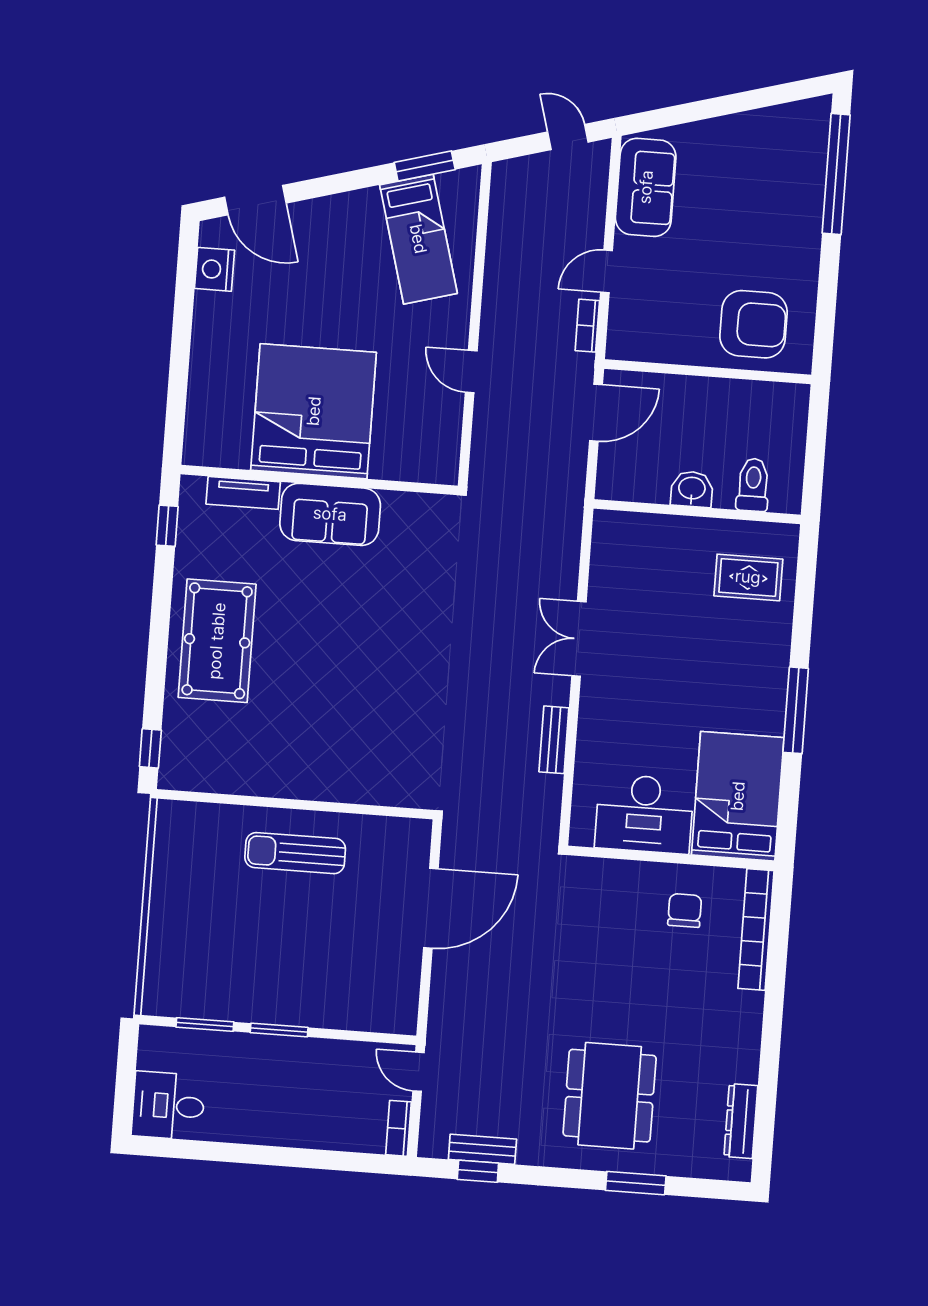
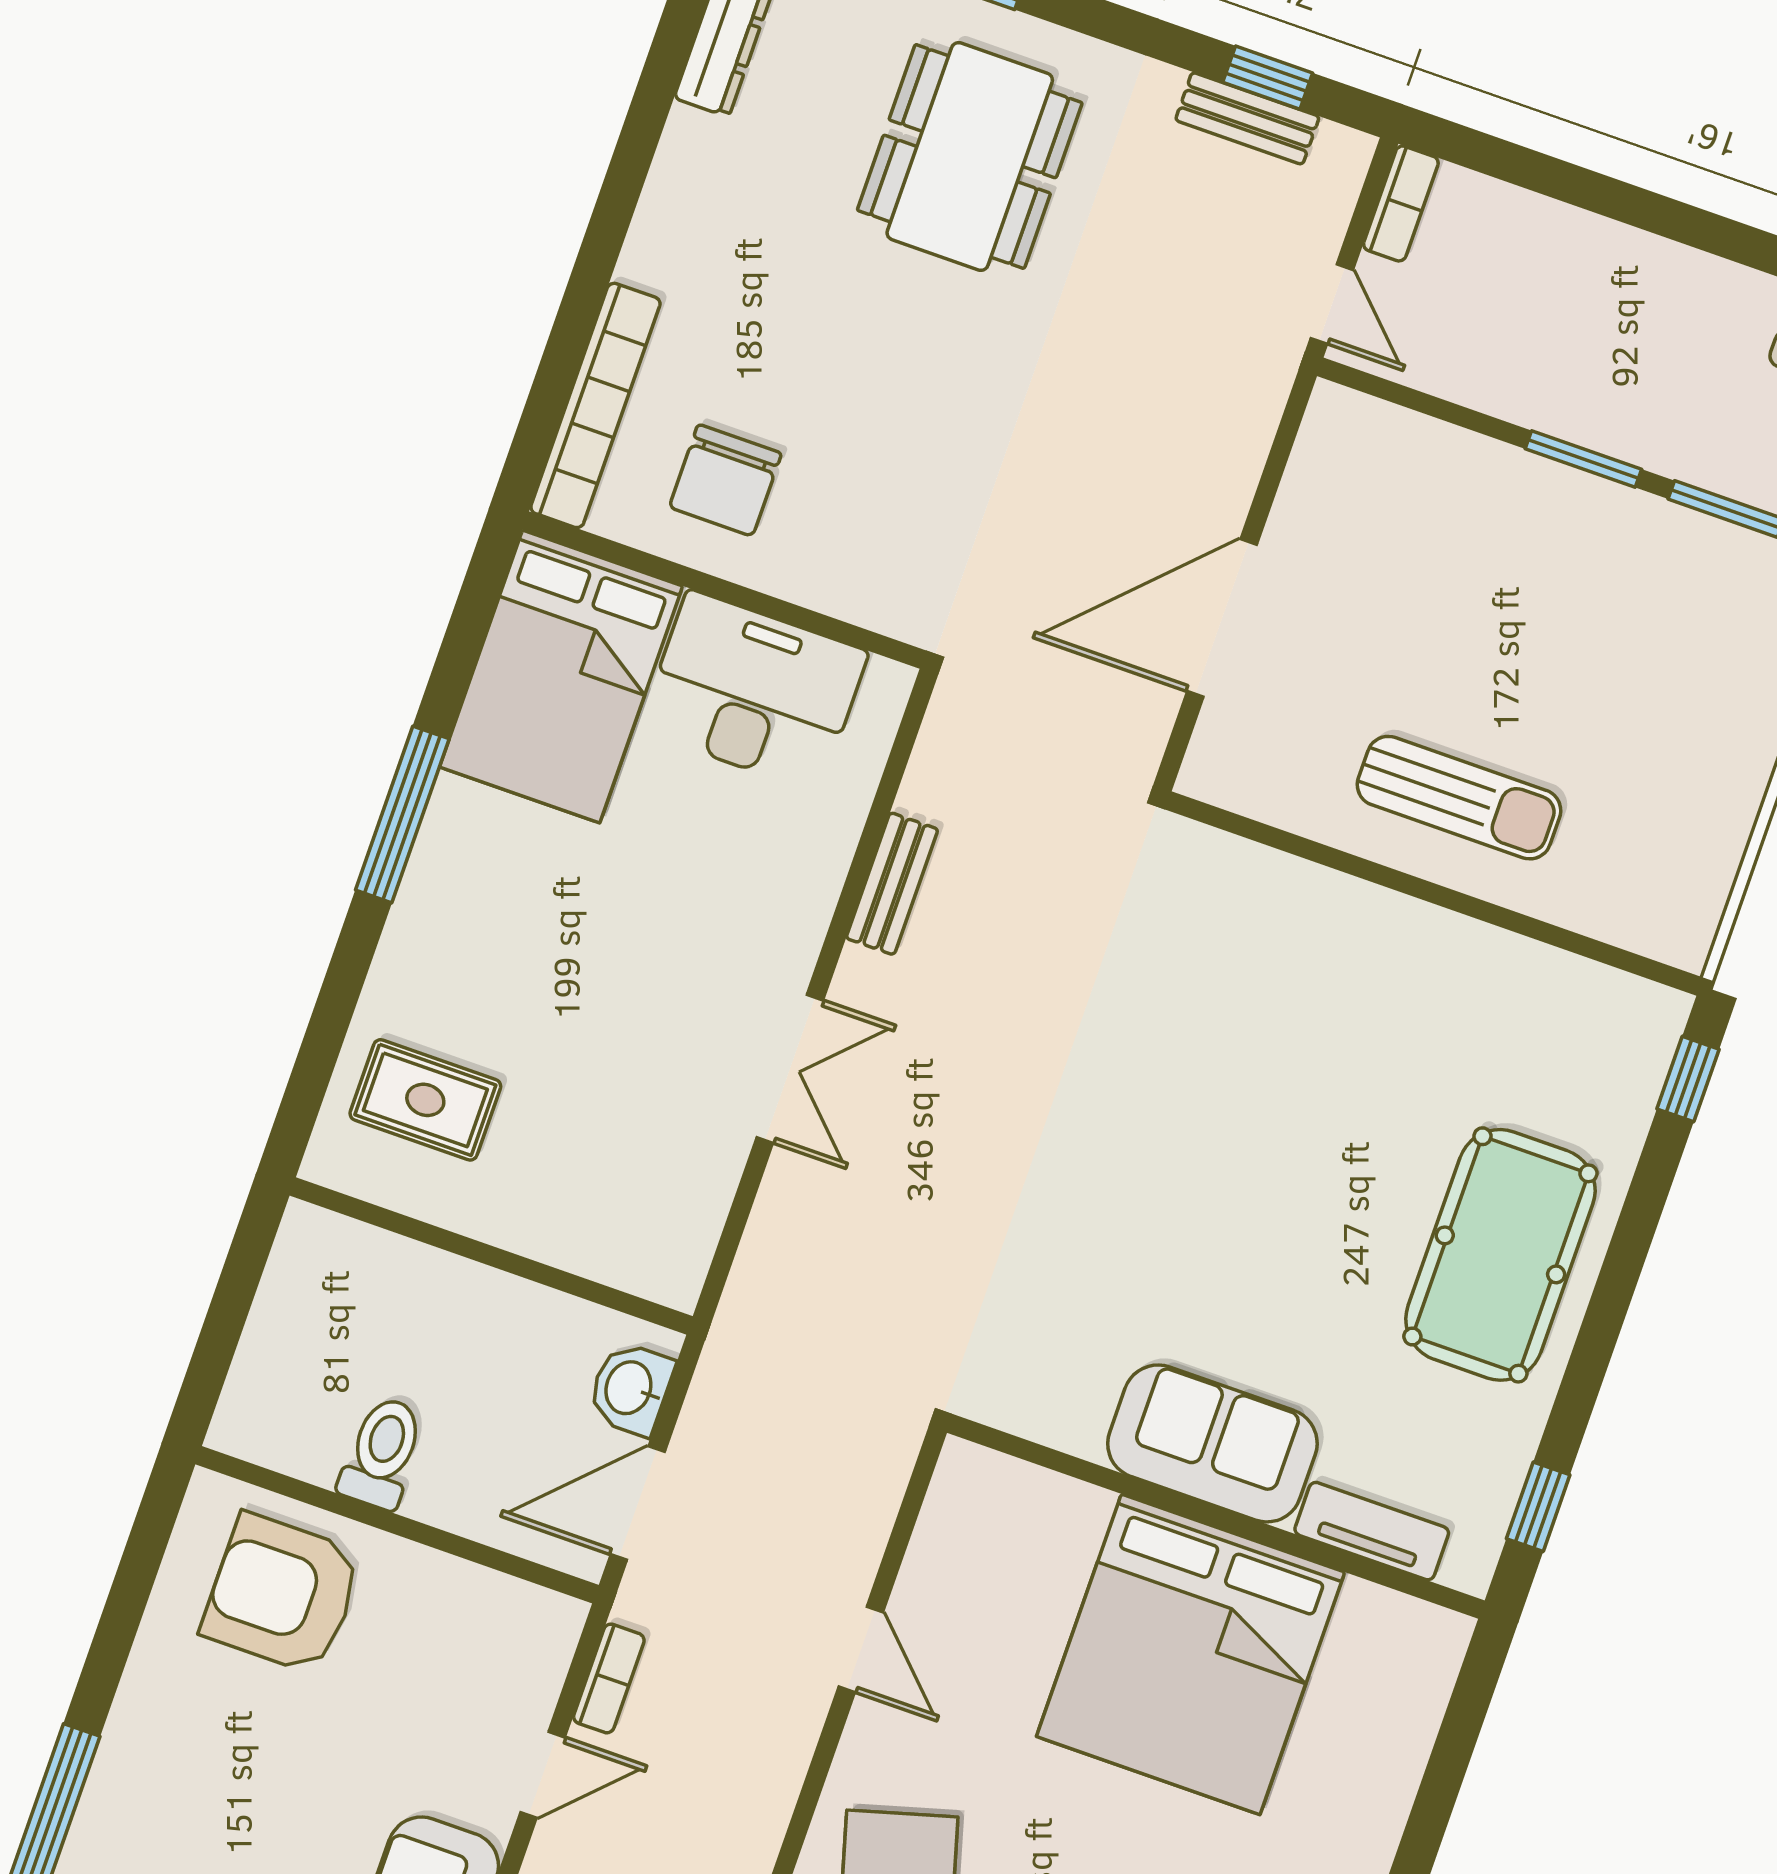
toilet: (753, 485) -> (382, 1453), moved, turned 180
washbasin: (692, 489) -> (630, 1388), moved, turned 90
chair: (685, 910) -> (725, 480), width x1.37, depth x1.37

